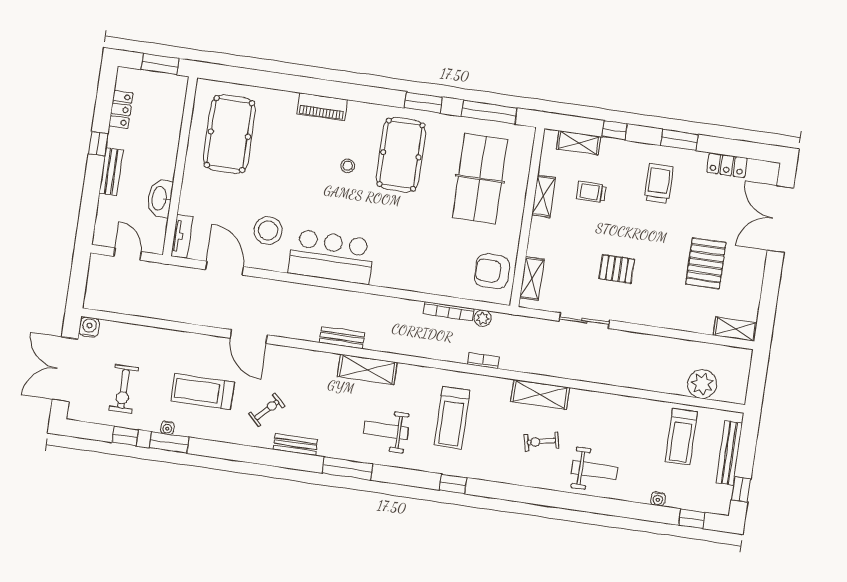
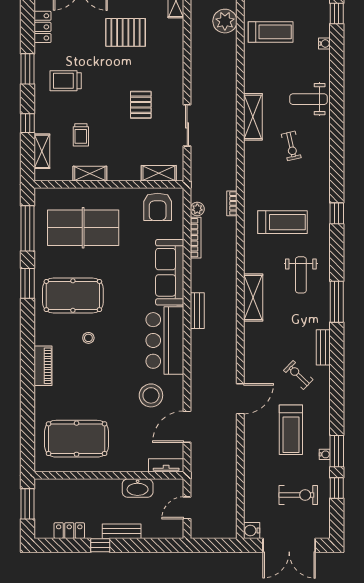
sofa: (412, 274) -> (170, 272), added
bench: (342, 338) -> (197, 311), moved
shelving: (540, 394) -> (253, 117), moved
weight bench: (594, 470) -> (308, 99), turned -90

